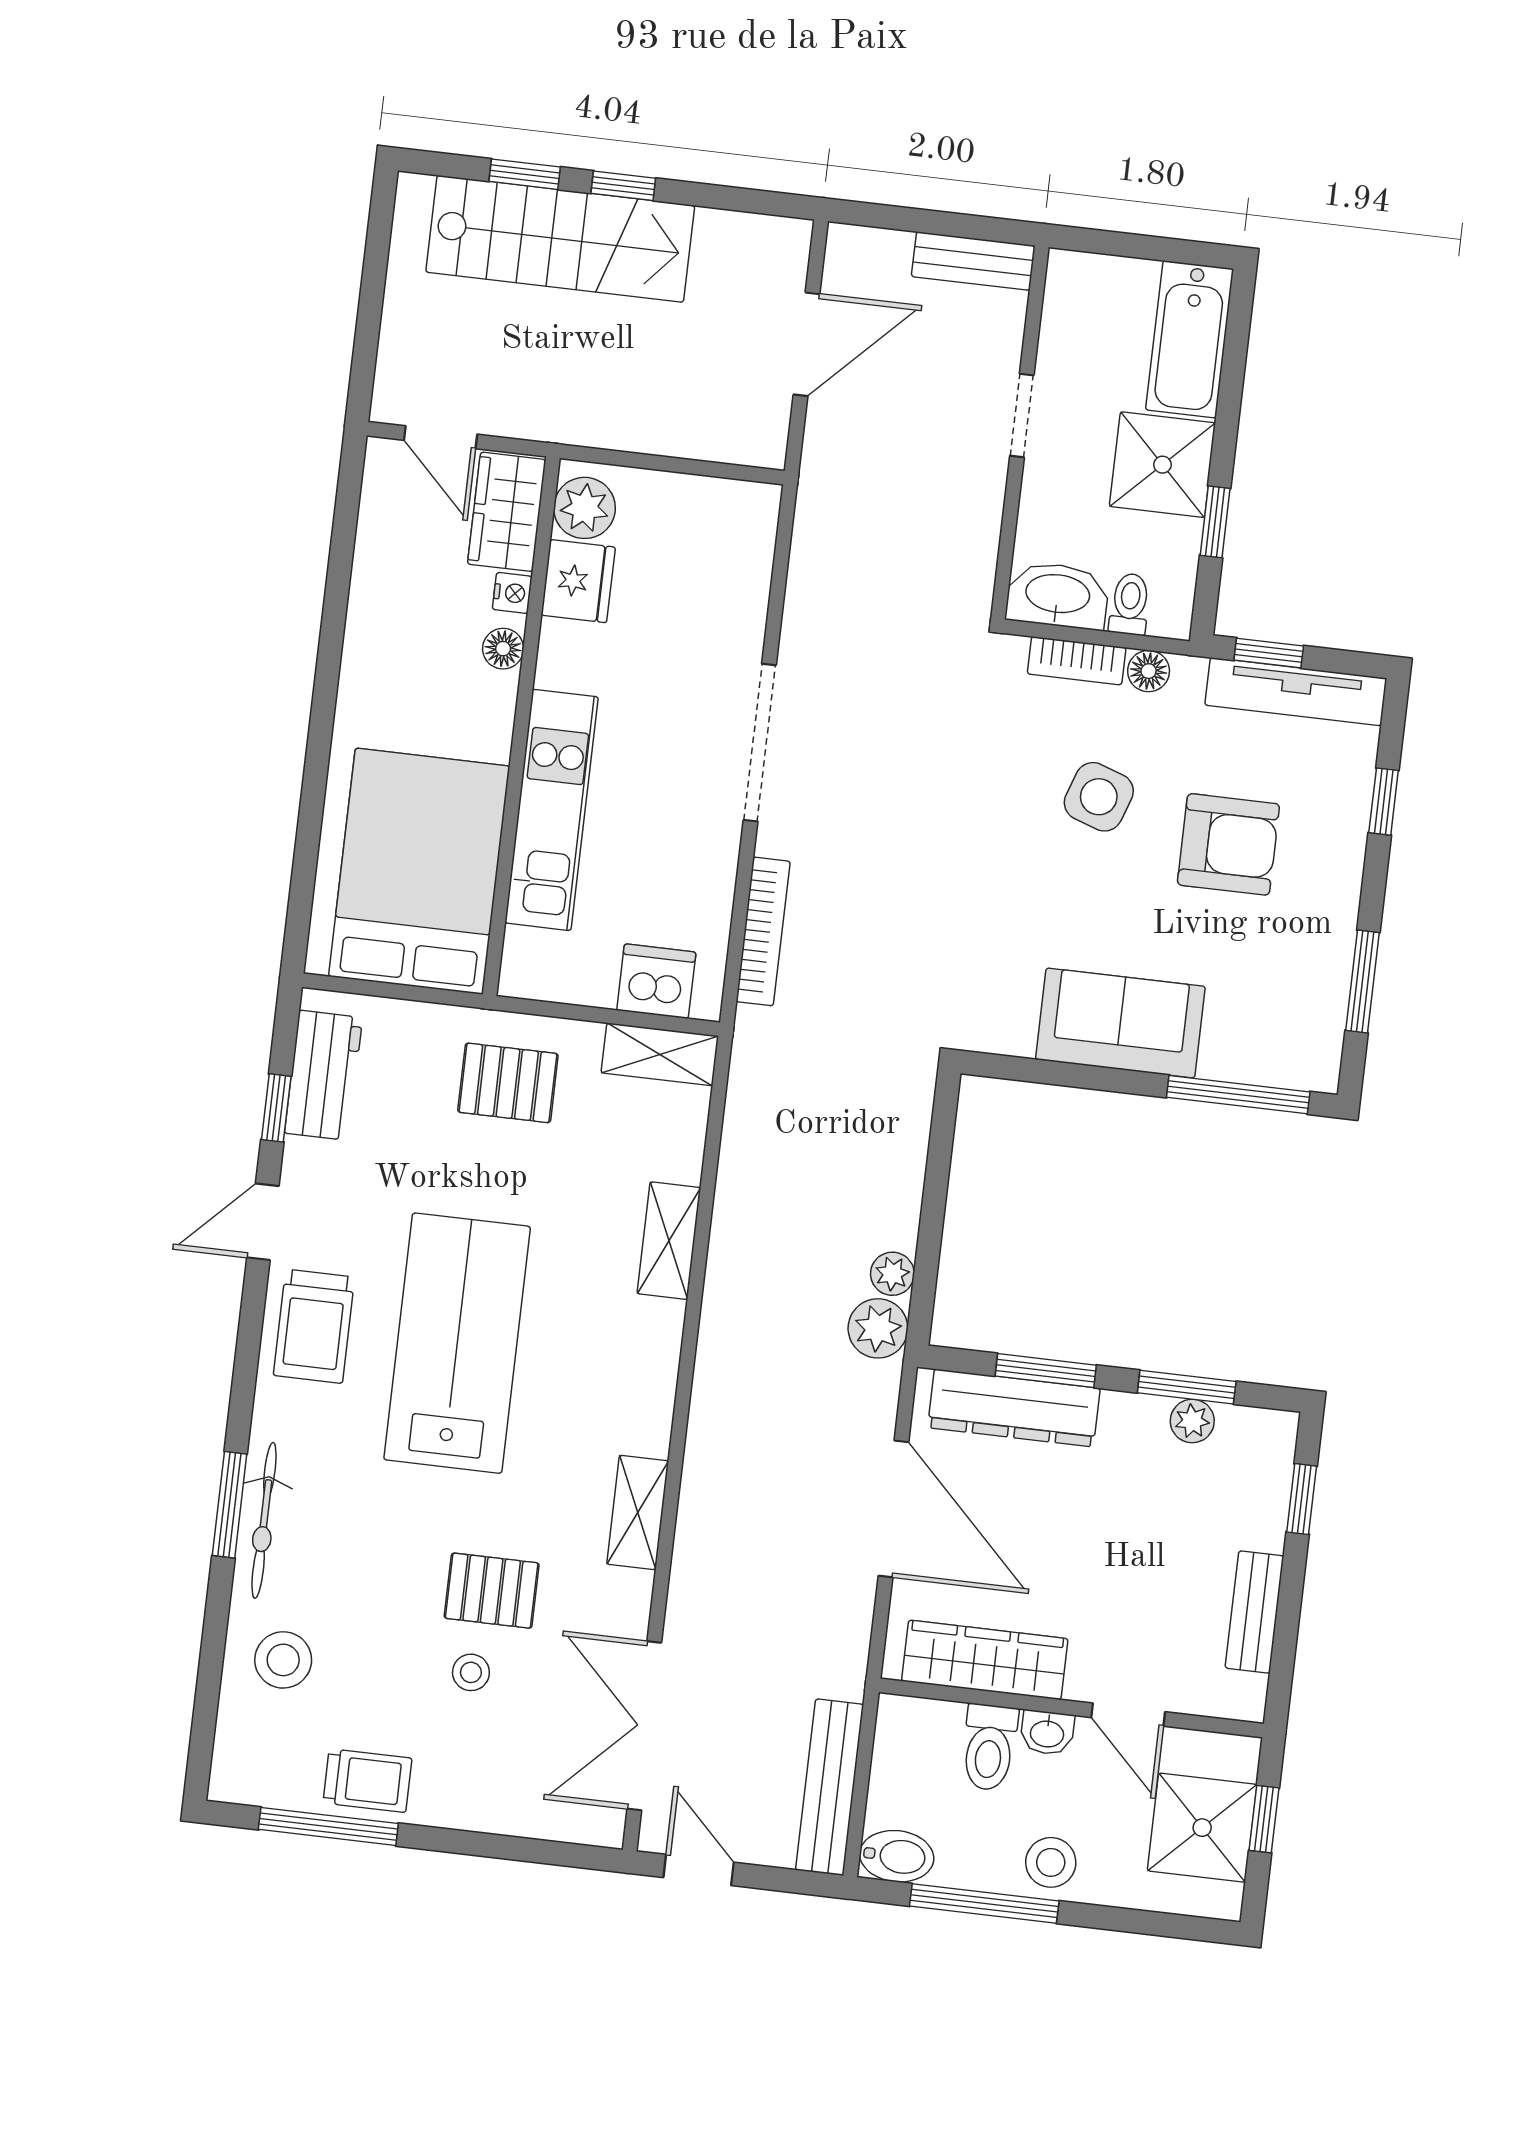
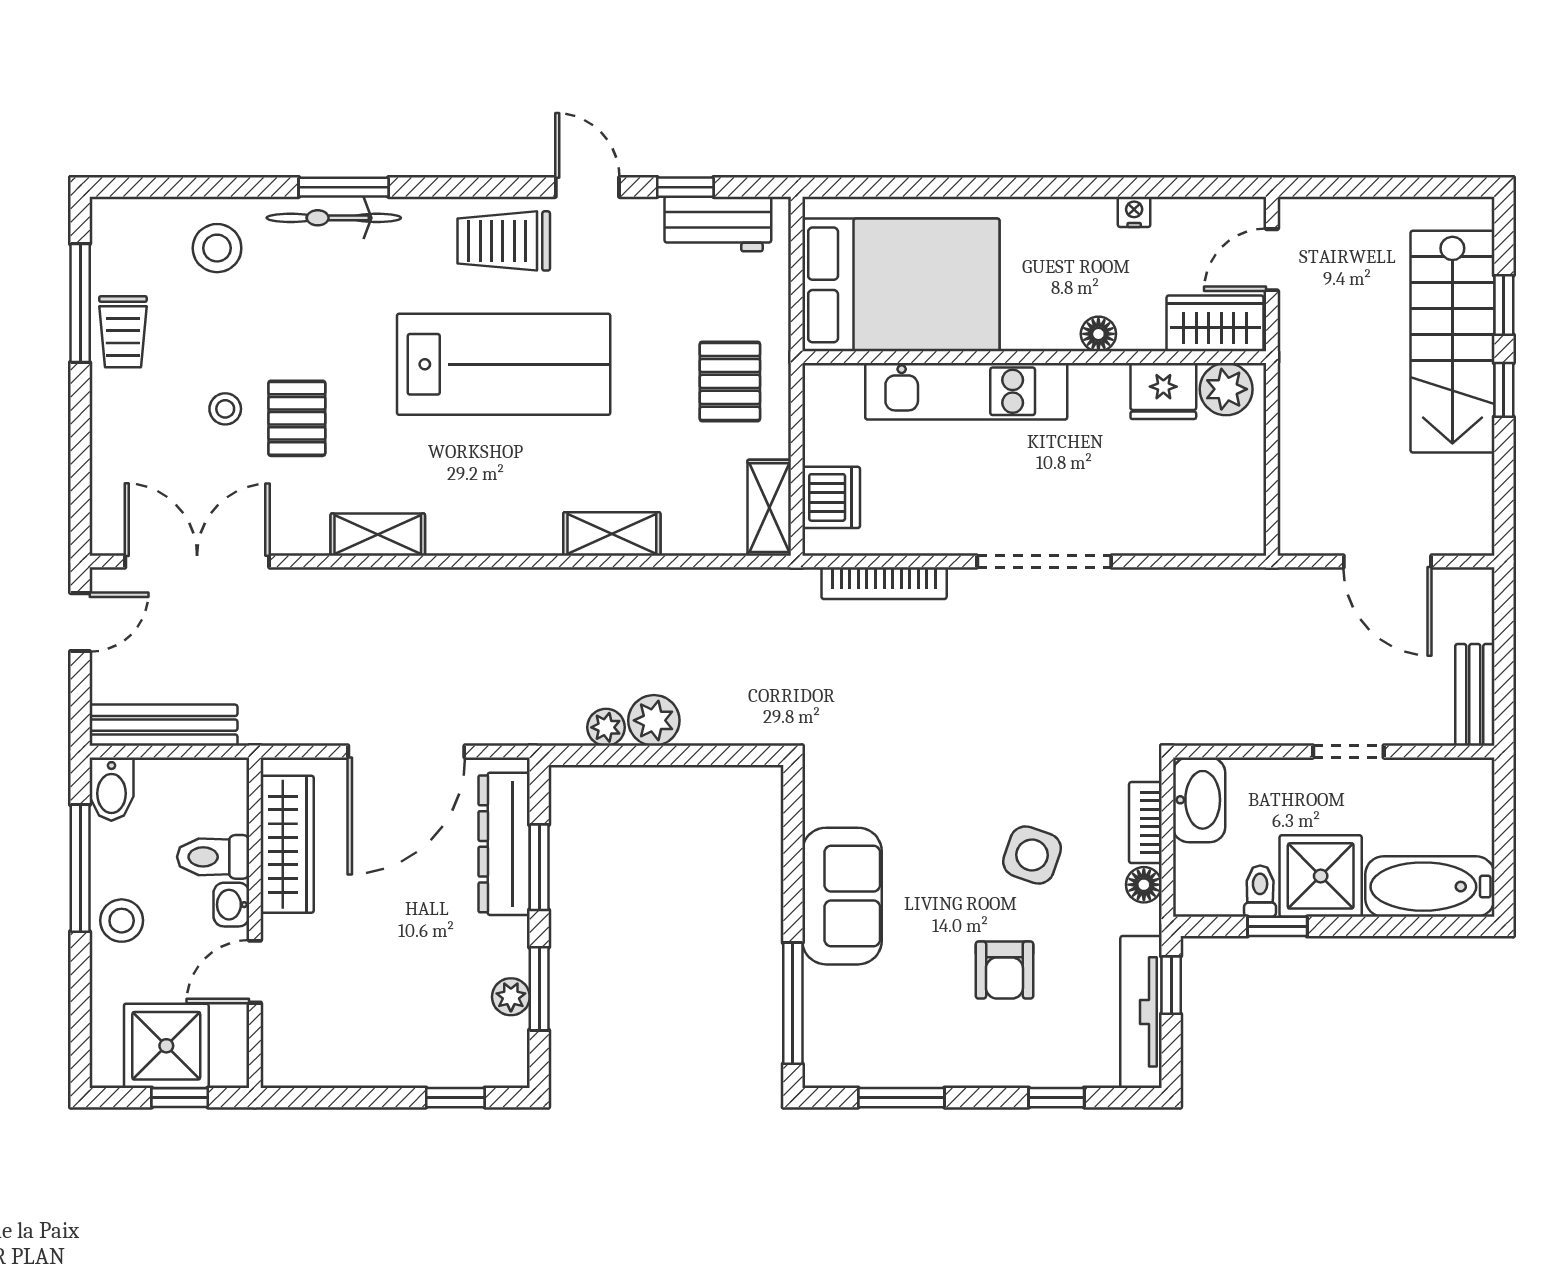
nightstand: (512, 593) -> (1134, 212), moved, turned 180
toilet: (1130, 604) -> (1260, 891), moved, turned -90
armchair: (1228, 844) -> (1004, 970), width x0.72, depth x0.72
plant: (878, 1328) -> (654, 720), moved
bench: (1254, 1612) -> (355, 1069), removed

